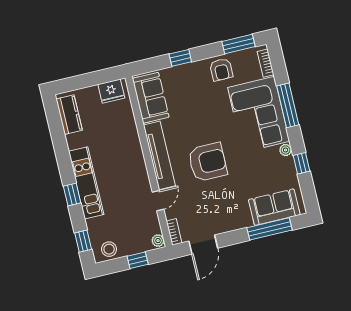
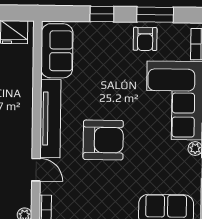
window: (239, 44) -> (155, 15), moved
door: (158, 201) -> (36, 170), hinge flipped

